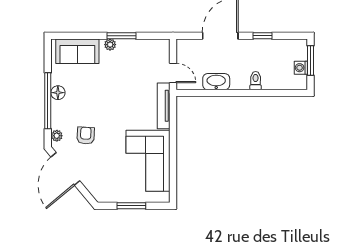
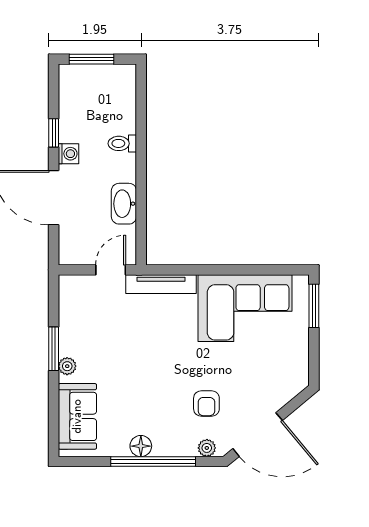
washing machine: (301, 68) -> (68, 154), moved, turned -90
armchair: (86, 136) -> (206, 403), turned -93
window: (131, 206) -> (314, 306), moved

